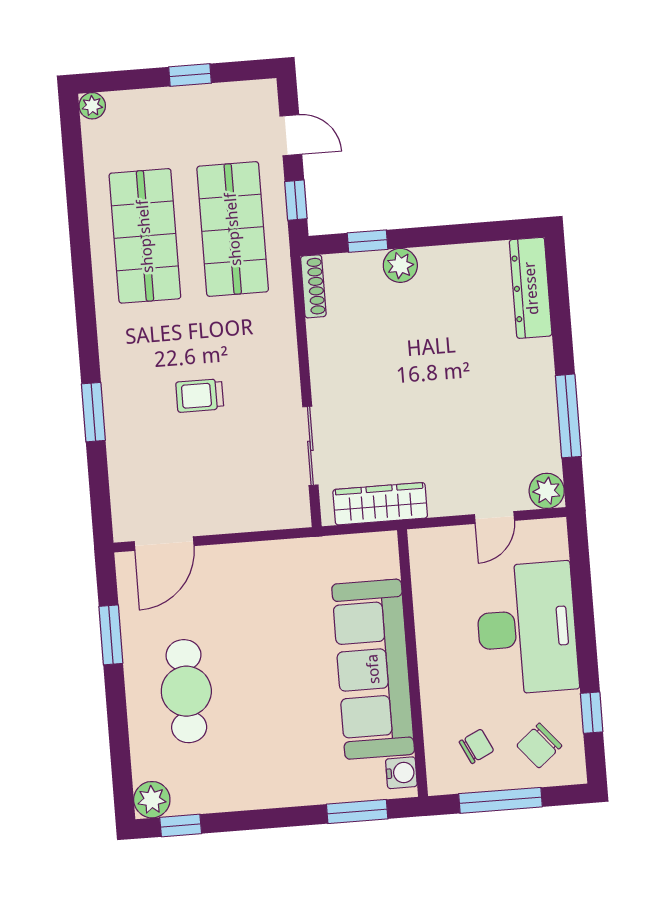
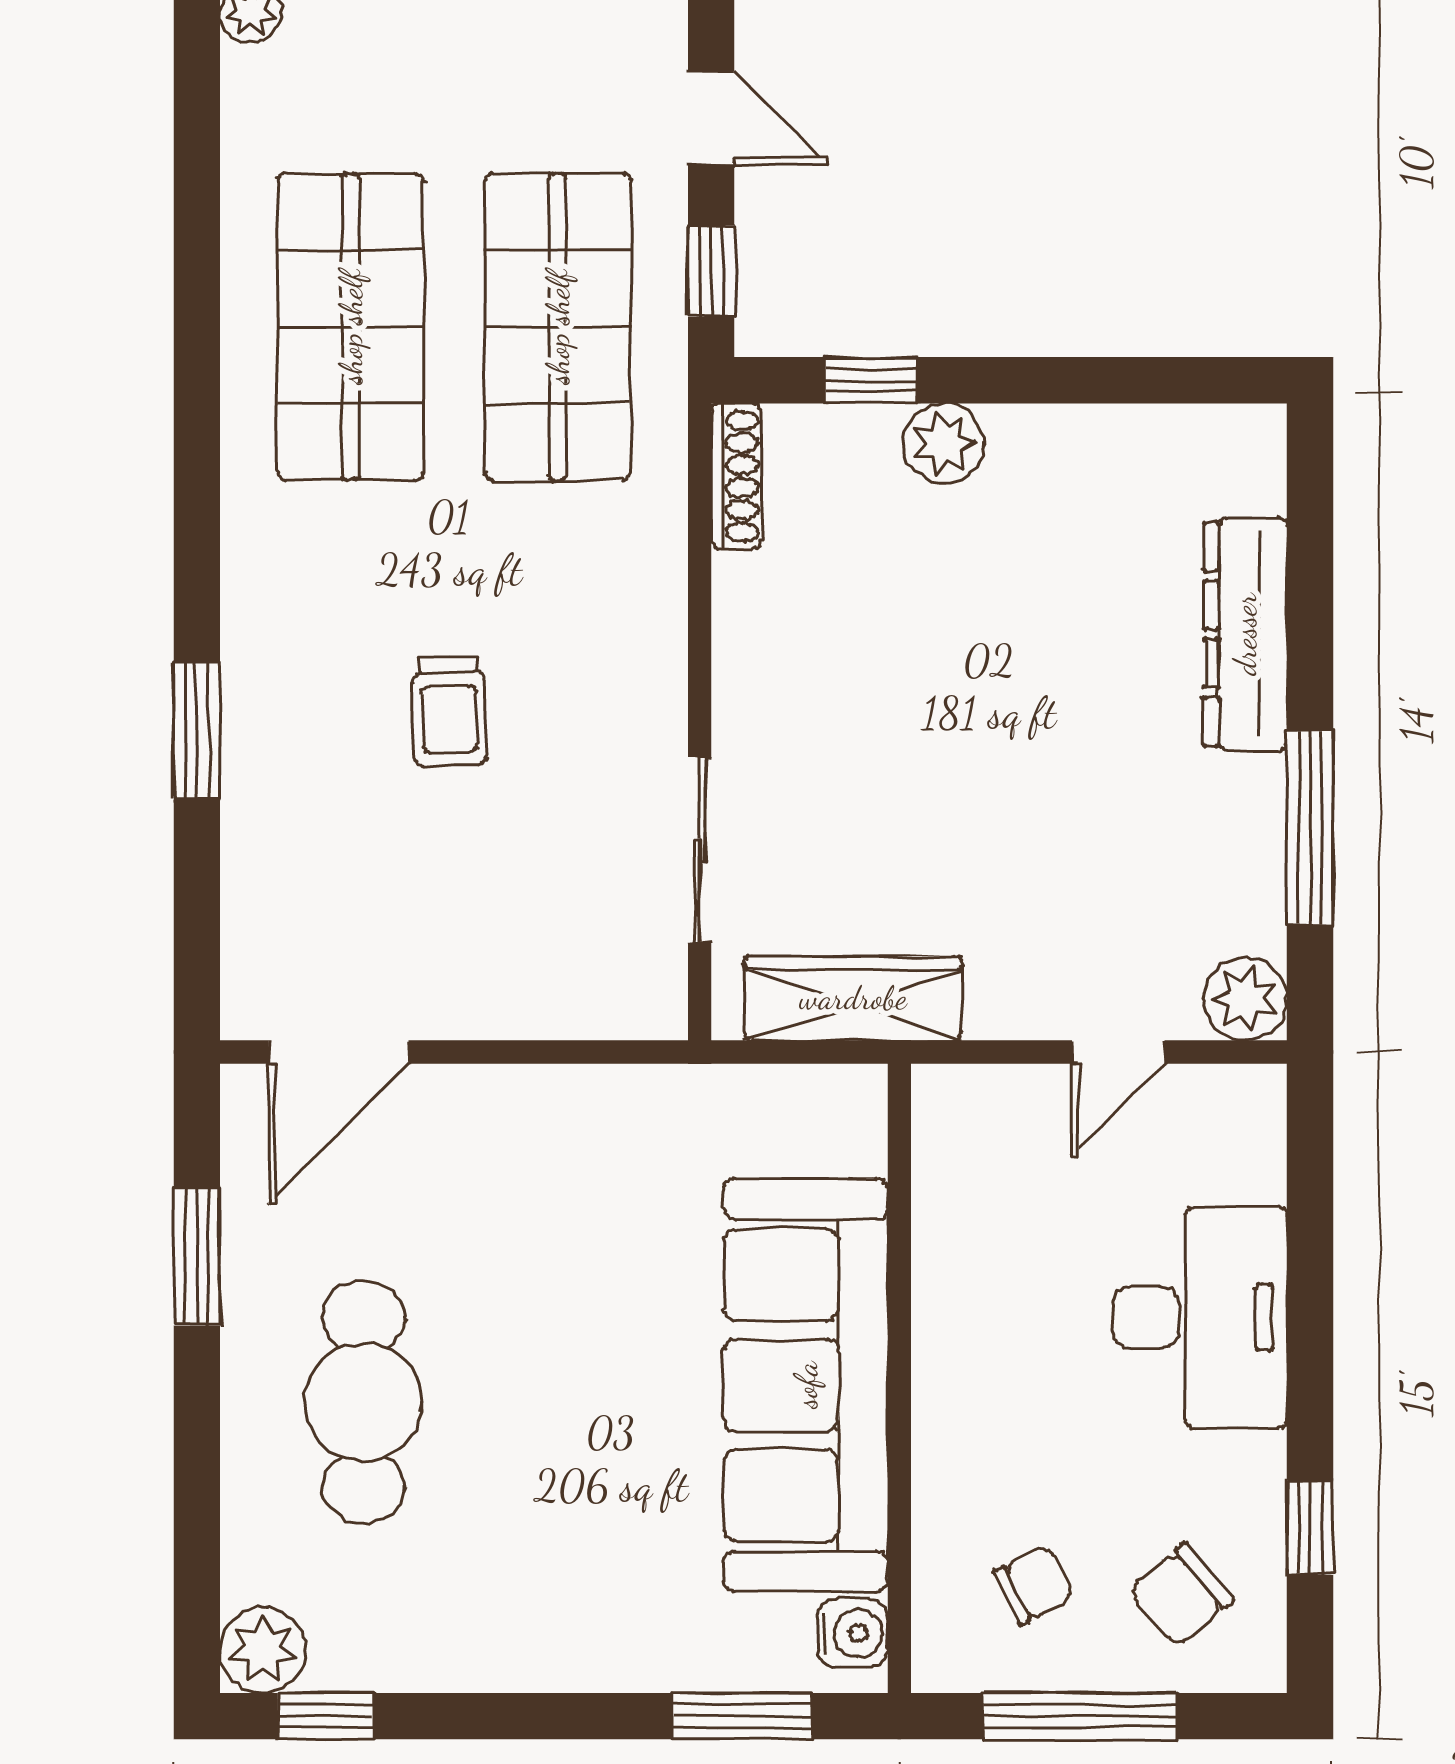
dresser: (531, 288) -> (1245, 634), moved
trolley: (200, 396) -> (449, 711), turned -92
desk: (527, 628) -> (1200, 1318), width x0.73, depth x0.77

